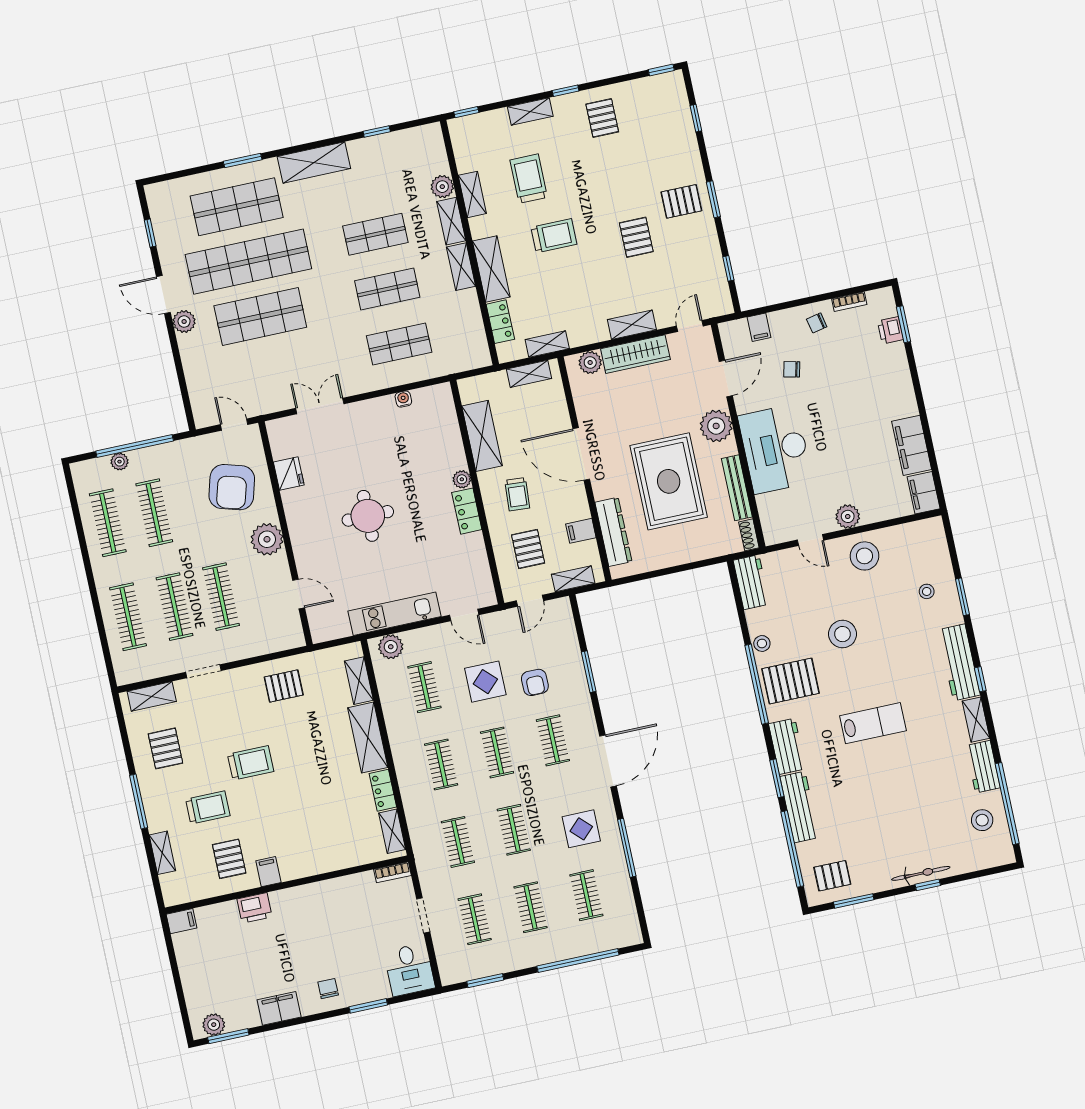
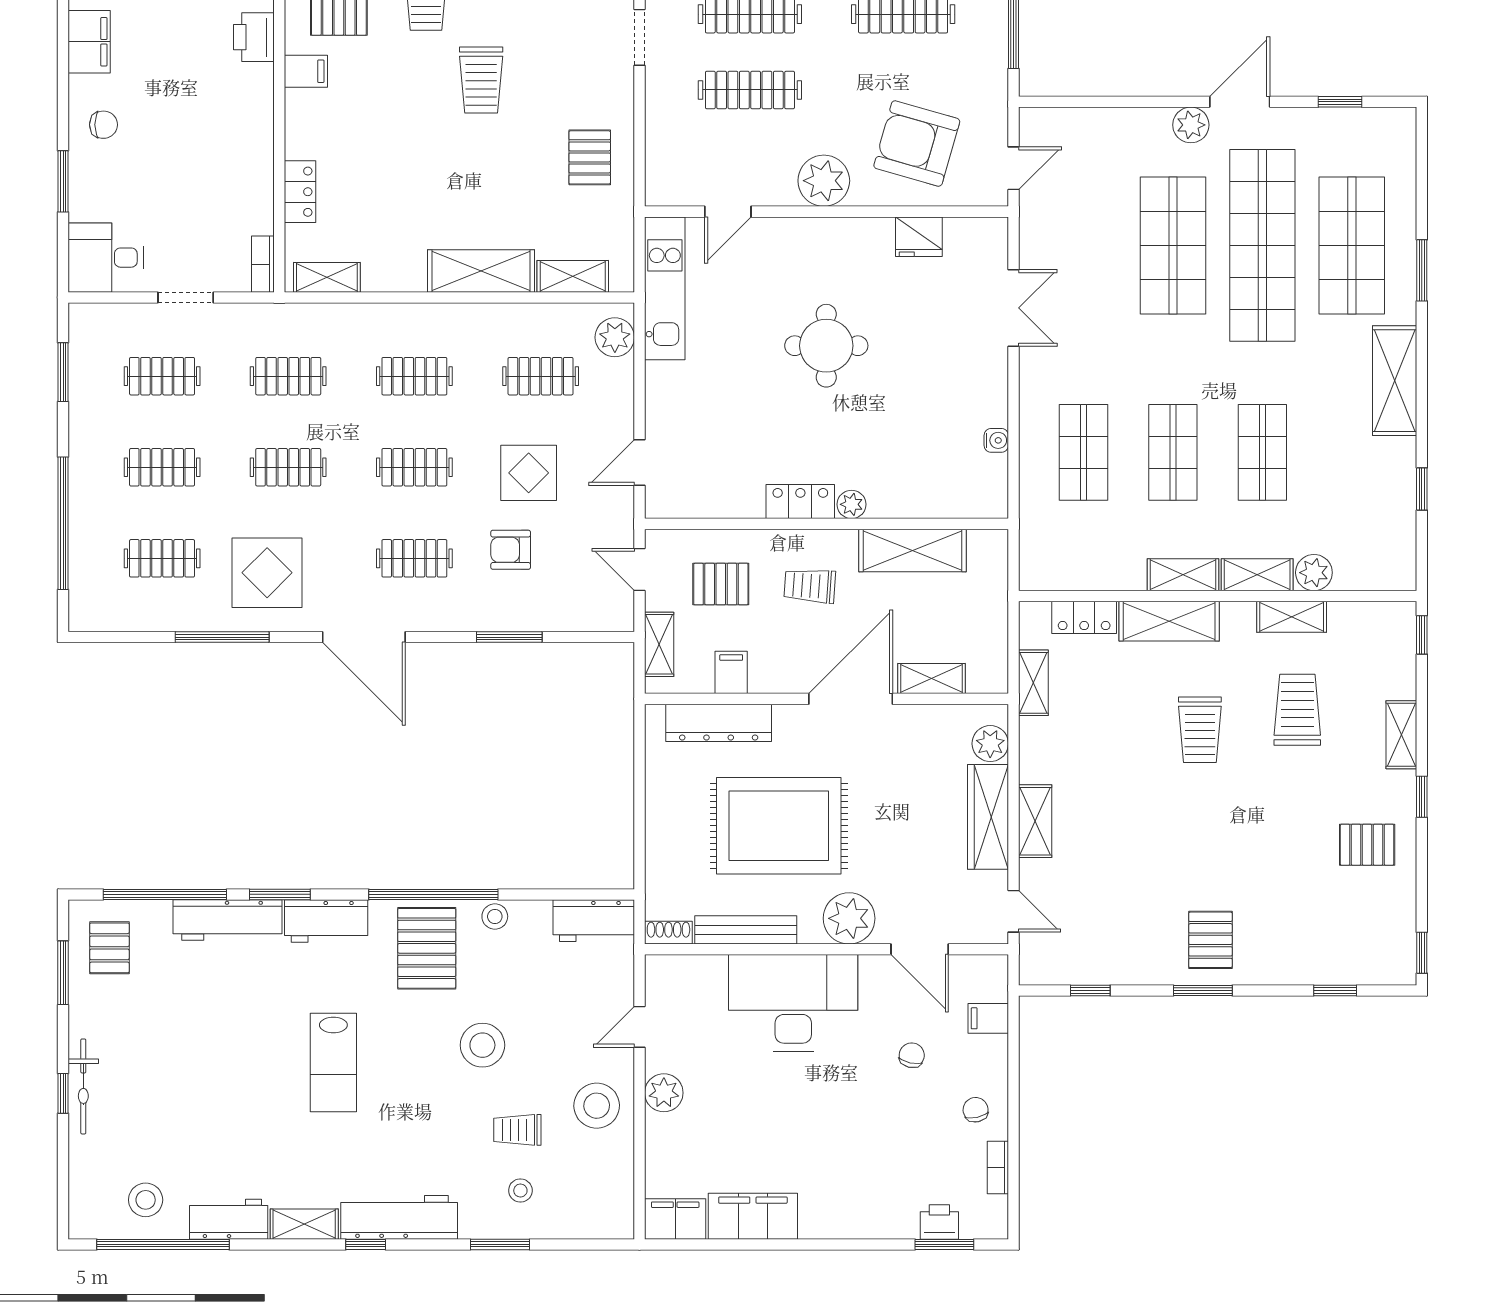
trolley: (529, 179) -> (1297, 710), turned -90
pallet: (636, 237) -> (1170, 858), removed
shelving: (529, 374) -> (931, 679), moved, turned 90
trolley: (890, 601) -> (517, 1130), added
kitchen unit: (394, 614) -> (665, 288), moved
locker: (383, 790) -> (300, 192), moved, turned 90
display table: (581, 829) -> (267, 573), width x1.36, depth x1.36

